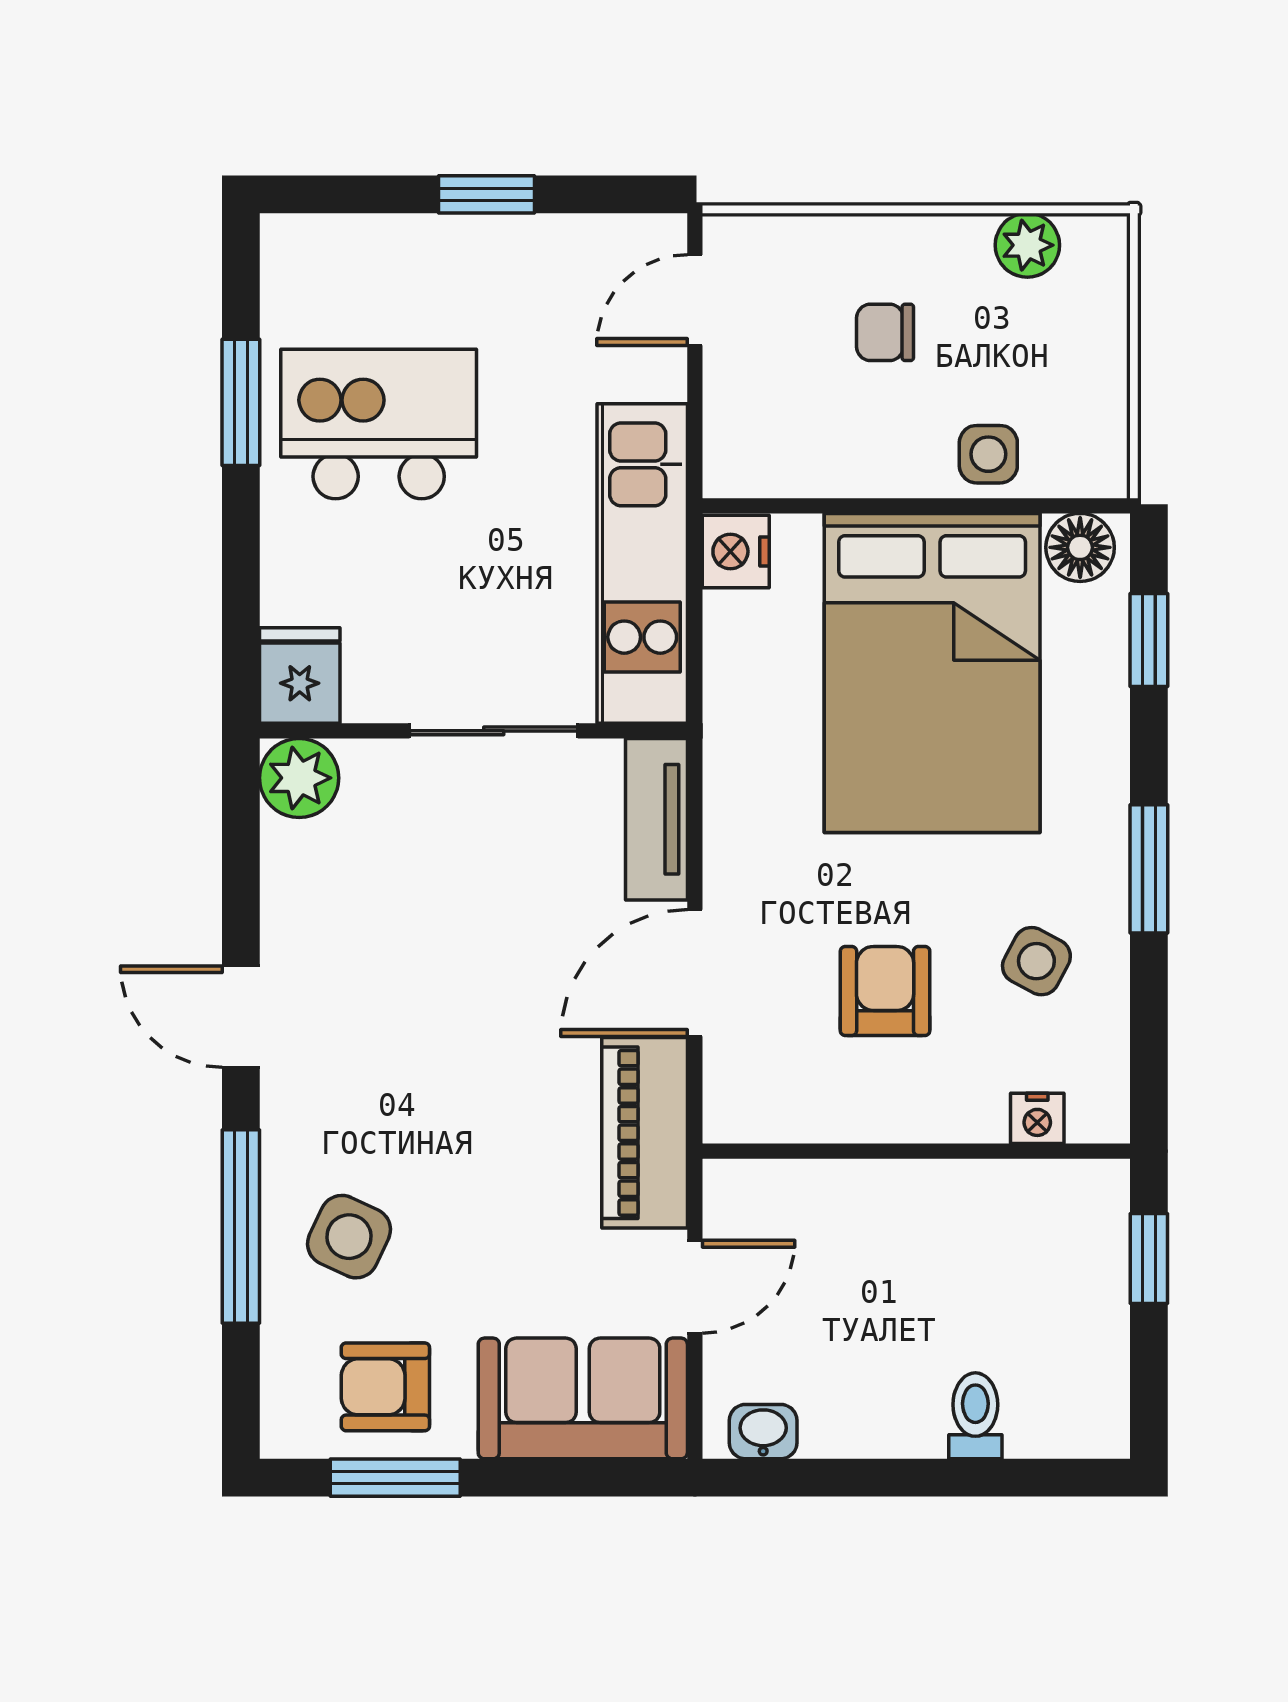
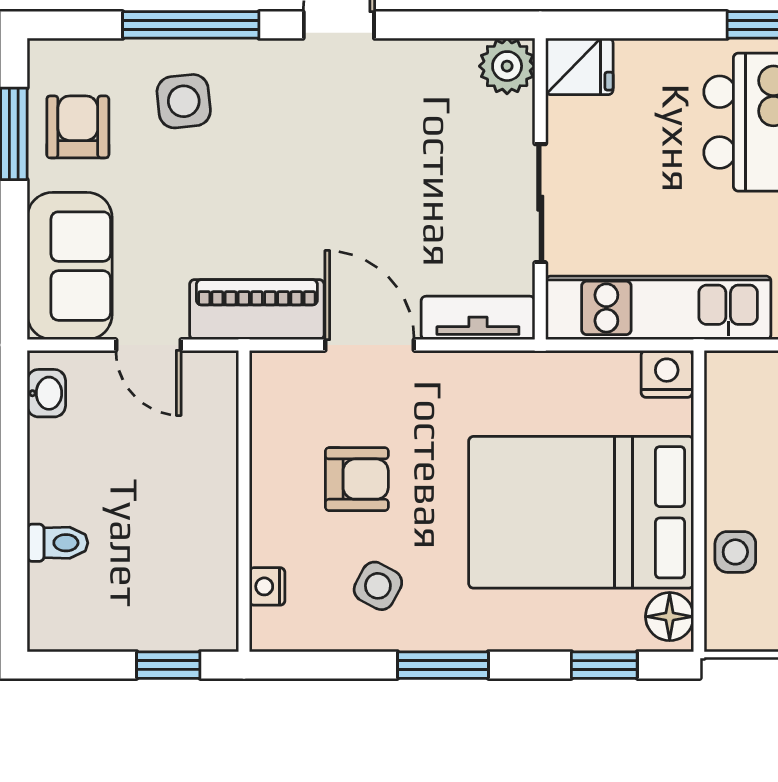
side table: (349, 1237) -> (184, 101), turned -31

